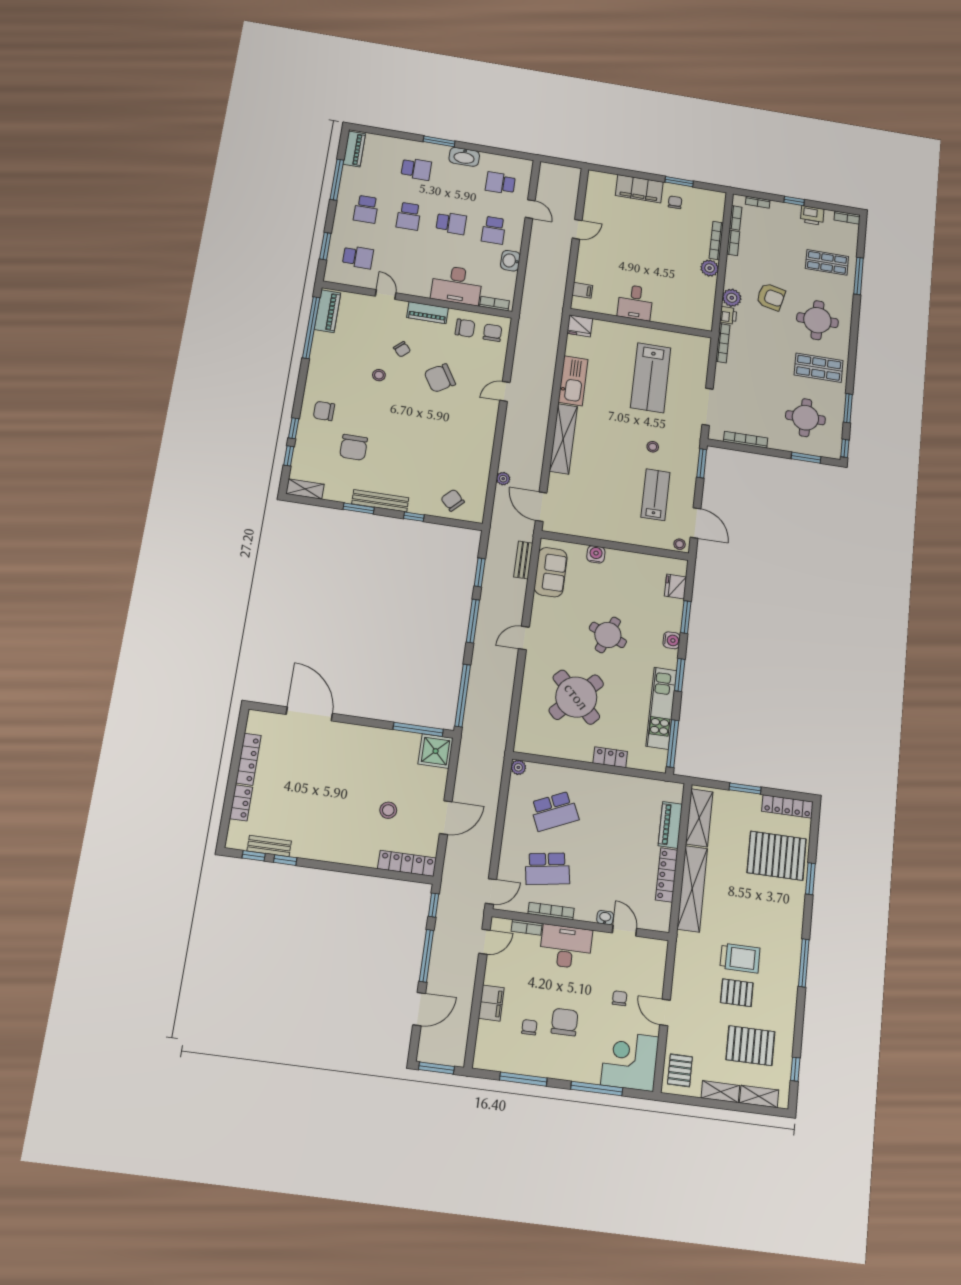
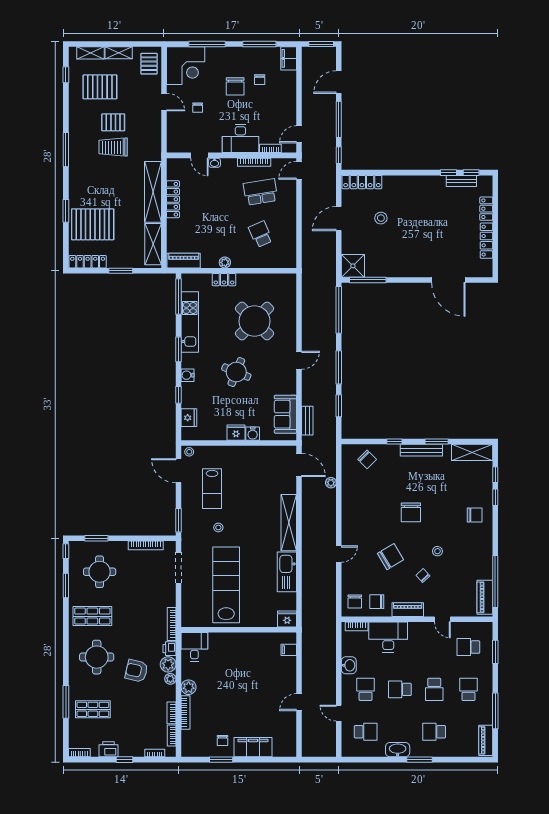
school desk: (409, 216) -> (434, 689), turned 180
plant: (731, 281) -> (170, 679), added
desk: (635, 302) -> (194, 647), moved
lab bench: (651, 378) -> (226, 585), width x1.36
chair: (354, 447) -> (411, 512), moved, turned 180
shelving: (305, 489) -> (472, 452), width x1.50, depth x1.33
fridge: (617, 559) -> (236, 433), added
window: (686, 617) -> (179, 395), width x0.67
plant: (518, 767) -> (225, 262), moved
school desk: (554, 811) -> (261, 234), width x0.54
piano: (670, 825) -> (184, 261), moved, turned -90
filing cabinet: (491, 1003) -> (289, 58), moved

